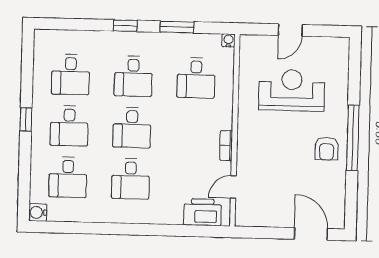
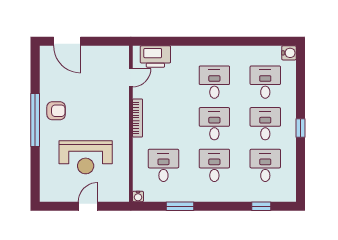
window: (125, 26) -> (261, 206), moved
bookcase: (226, 146) -> (138, 118), width x1.56
armchair: (327, 149) -> (56, 111), turned 90

